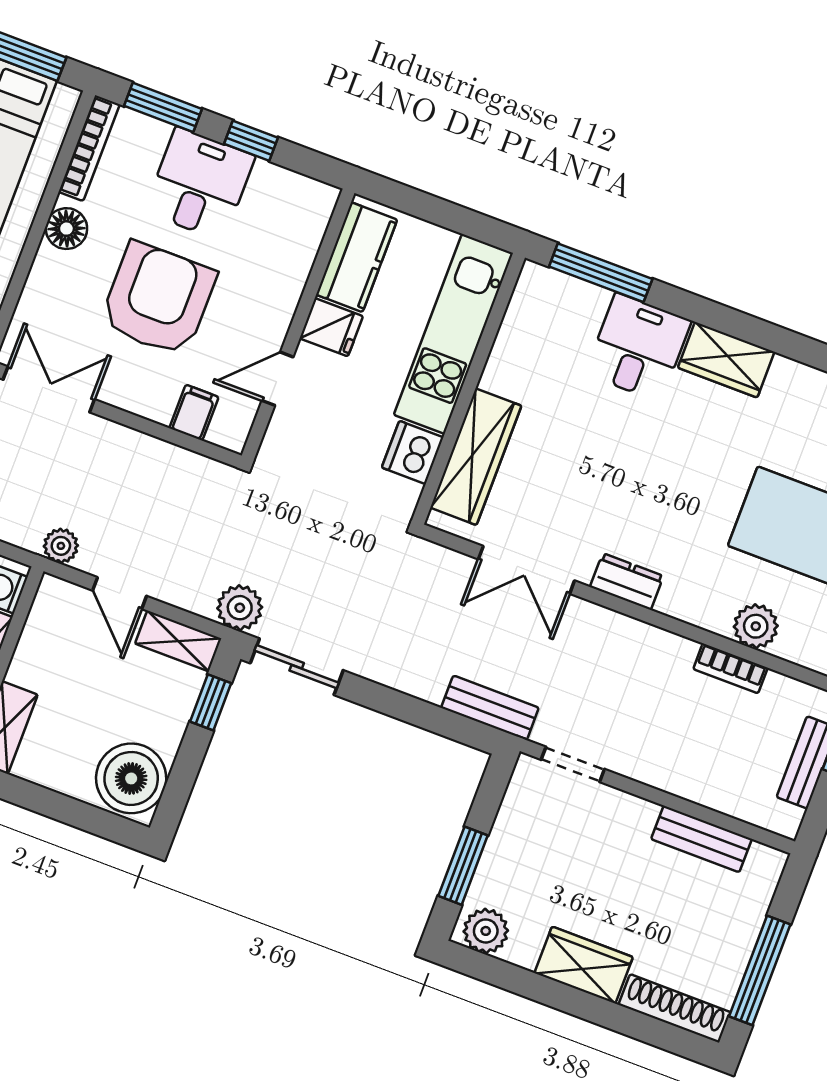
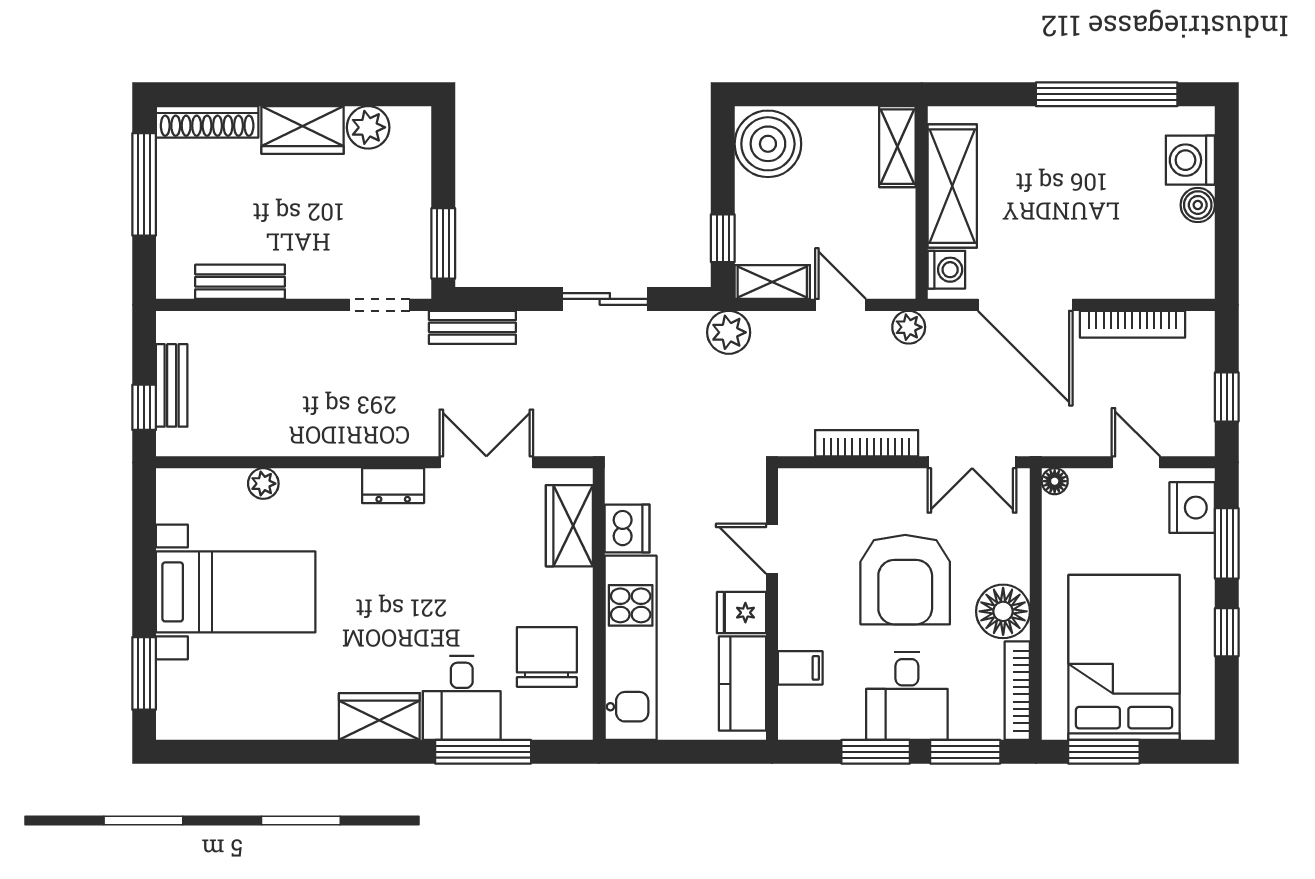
window: (251, 141) -> (876, 752), width x1.50
floor lamp: (66, 229) -> (1003, 611), width x1.38, depth x1.38
window: (601, 273) -> (483, 752), moved
chair: (539, 356) -> (547, 657), added
door: (278, 379) -> (772, 549), swing flipped
filing cabinet: (194, 413) -> (800, 668), moved, turned -90
wardrobe: (476, 457) -> (569, 526), width x0.67
plant: (756, 626) -> (263, 484), width x0.73, depth x0.73
sliding door: (297, 667) -> (605, 299), moved
bookcase: (730, 668) -> (867, 443), moved, width x1.56
window: (463, 866) -> (443, 243), moved
plant: (486, 931) -> (368, 127), moved

